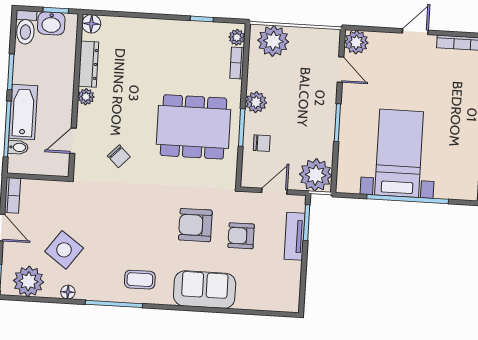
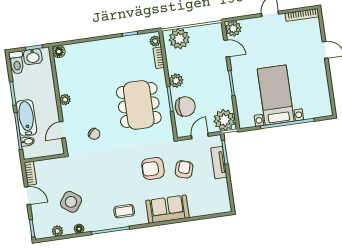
dresser: (88, 64) -> (62, 78), removed
dining table: (193, 127) -> (139, 105), turned 90
chair: (262, 143) -> (185, 106), width x1.87, depth x1.87
armchair: (241, 236) -> (184, 169), turned 107
plant: (29, 281) -> (58, 231), width x0.53, depth x0.53

